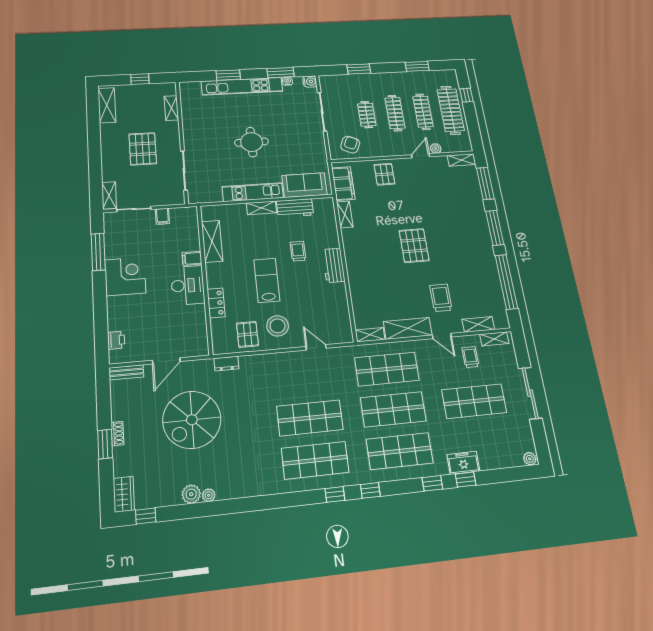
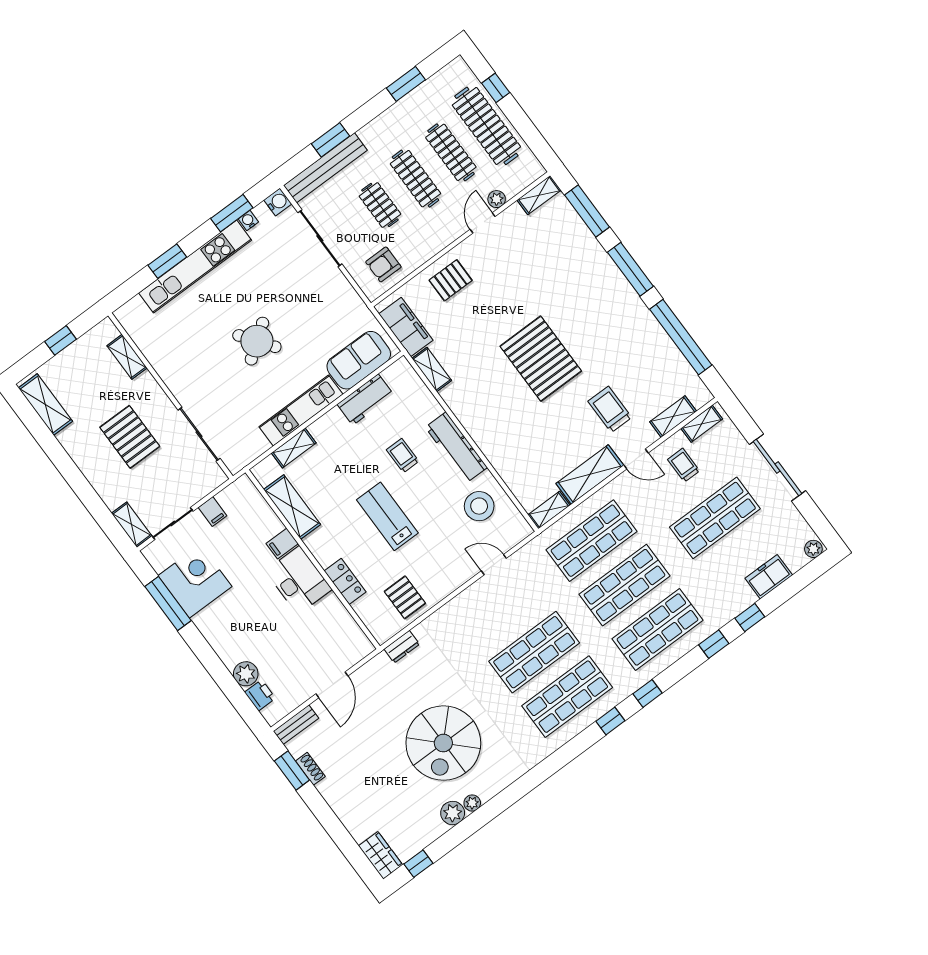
bench: (347, 80) -> (325, 168), added
round table: (252, 142) -> (257, 341), turned -36
armchair: (350, 145) -> (383, 264), turned -114
pallet: (384, 174) -> (451, 280), turned 90
shelving: (261, 208) -> (294, 448), moved
pallet: (414, 246) -> (541, 359), width x1.37, depth x1.41
workbench: (334, 265) -> (456, 447), width x1.37
corner desk: (125, 276) -> (195, 581), moved
plant: (116, 322) -> (246, 674), added
stool: (278, 326) -> (479, 506), moved
spiral stairs: (192, 420) -> (443, 743), moved
shoe rack: (117, 434) -> (310, 769), moved
window: (105, 444) -> (292, 771), moved
freezer: (463, 463) -> (769, 577), moved

